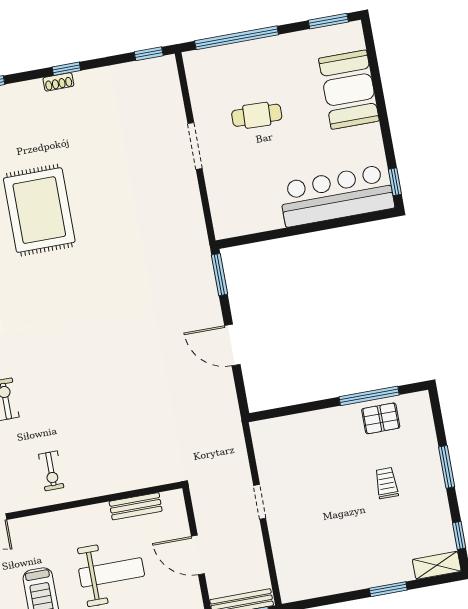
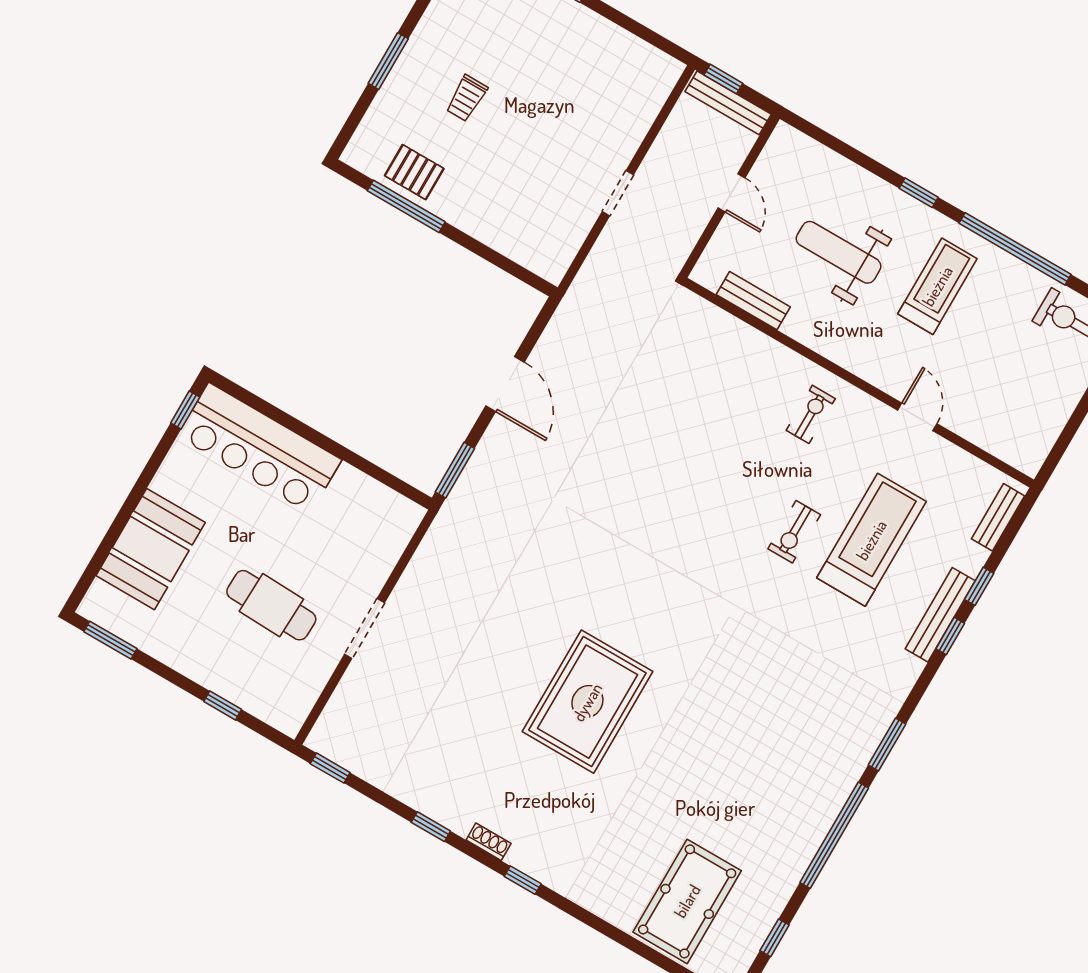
window: (237, 38) -> (223, 705), width x0.32
shoe rack: (58, 82) -> (489, 842), moved
cafe table: (257, 115) -> (271, 605), width x1.37, depth x1.35
door: (198, 555) -> (731, 193), width x0.73

